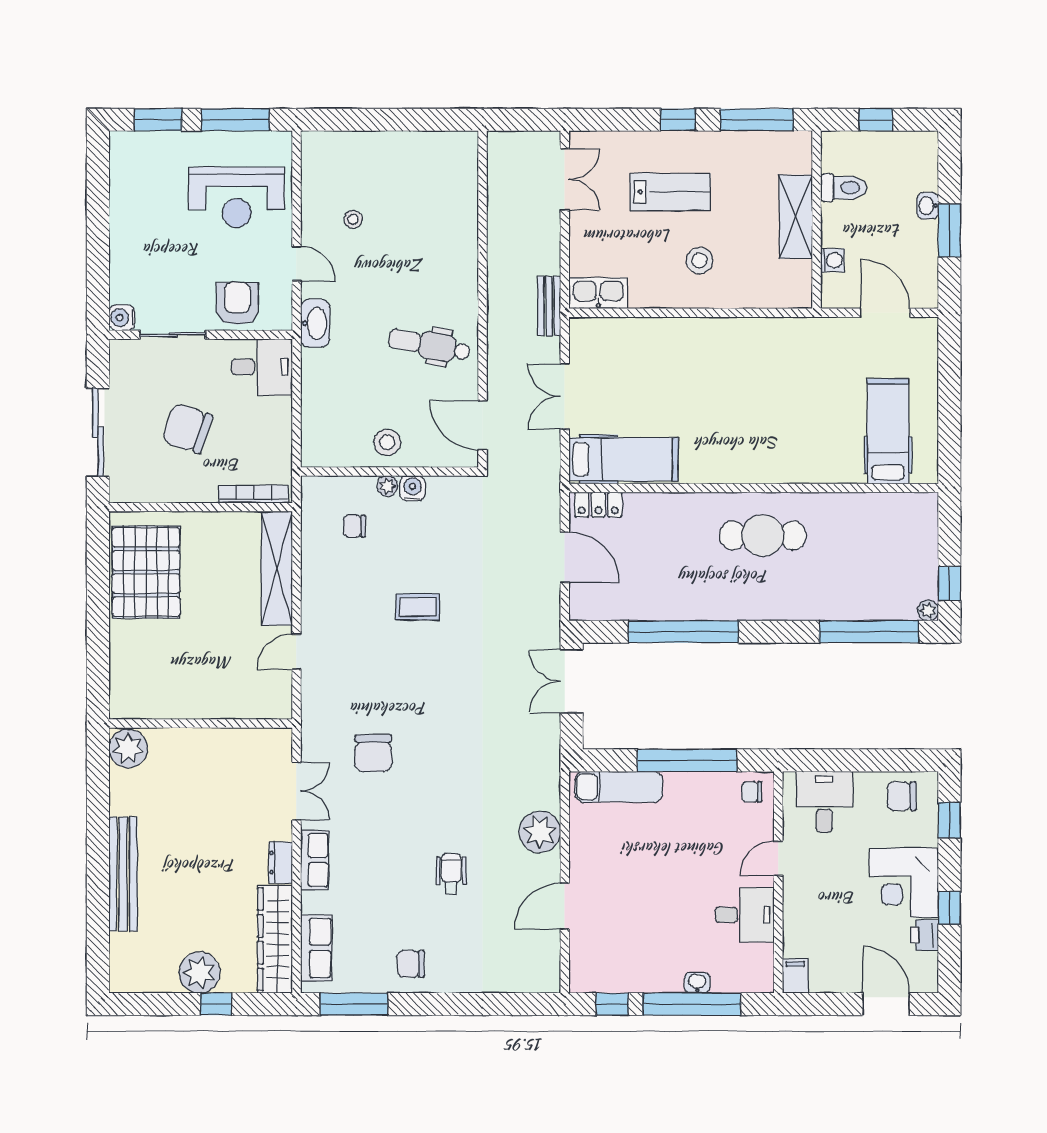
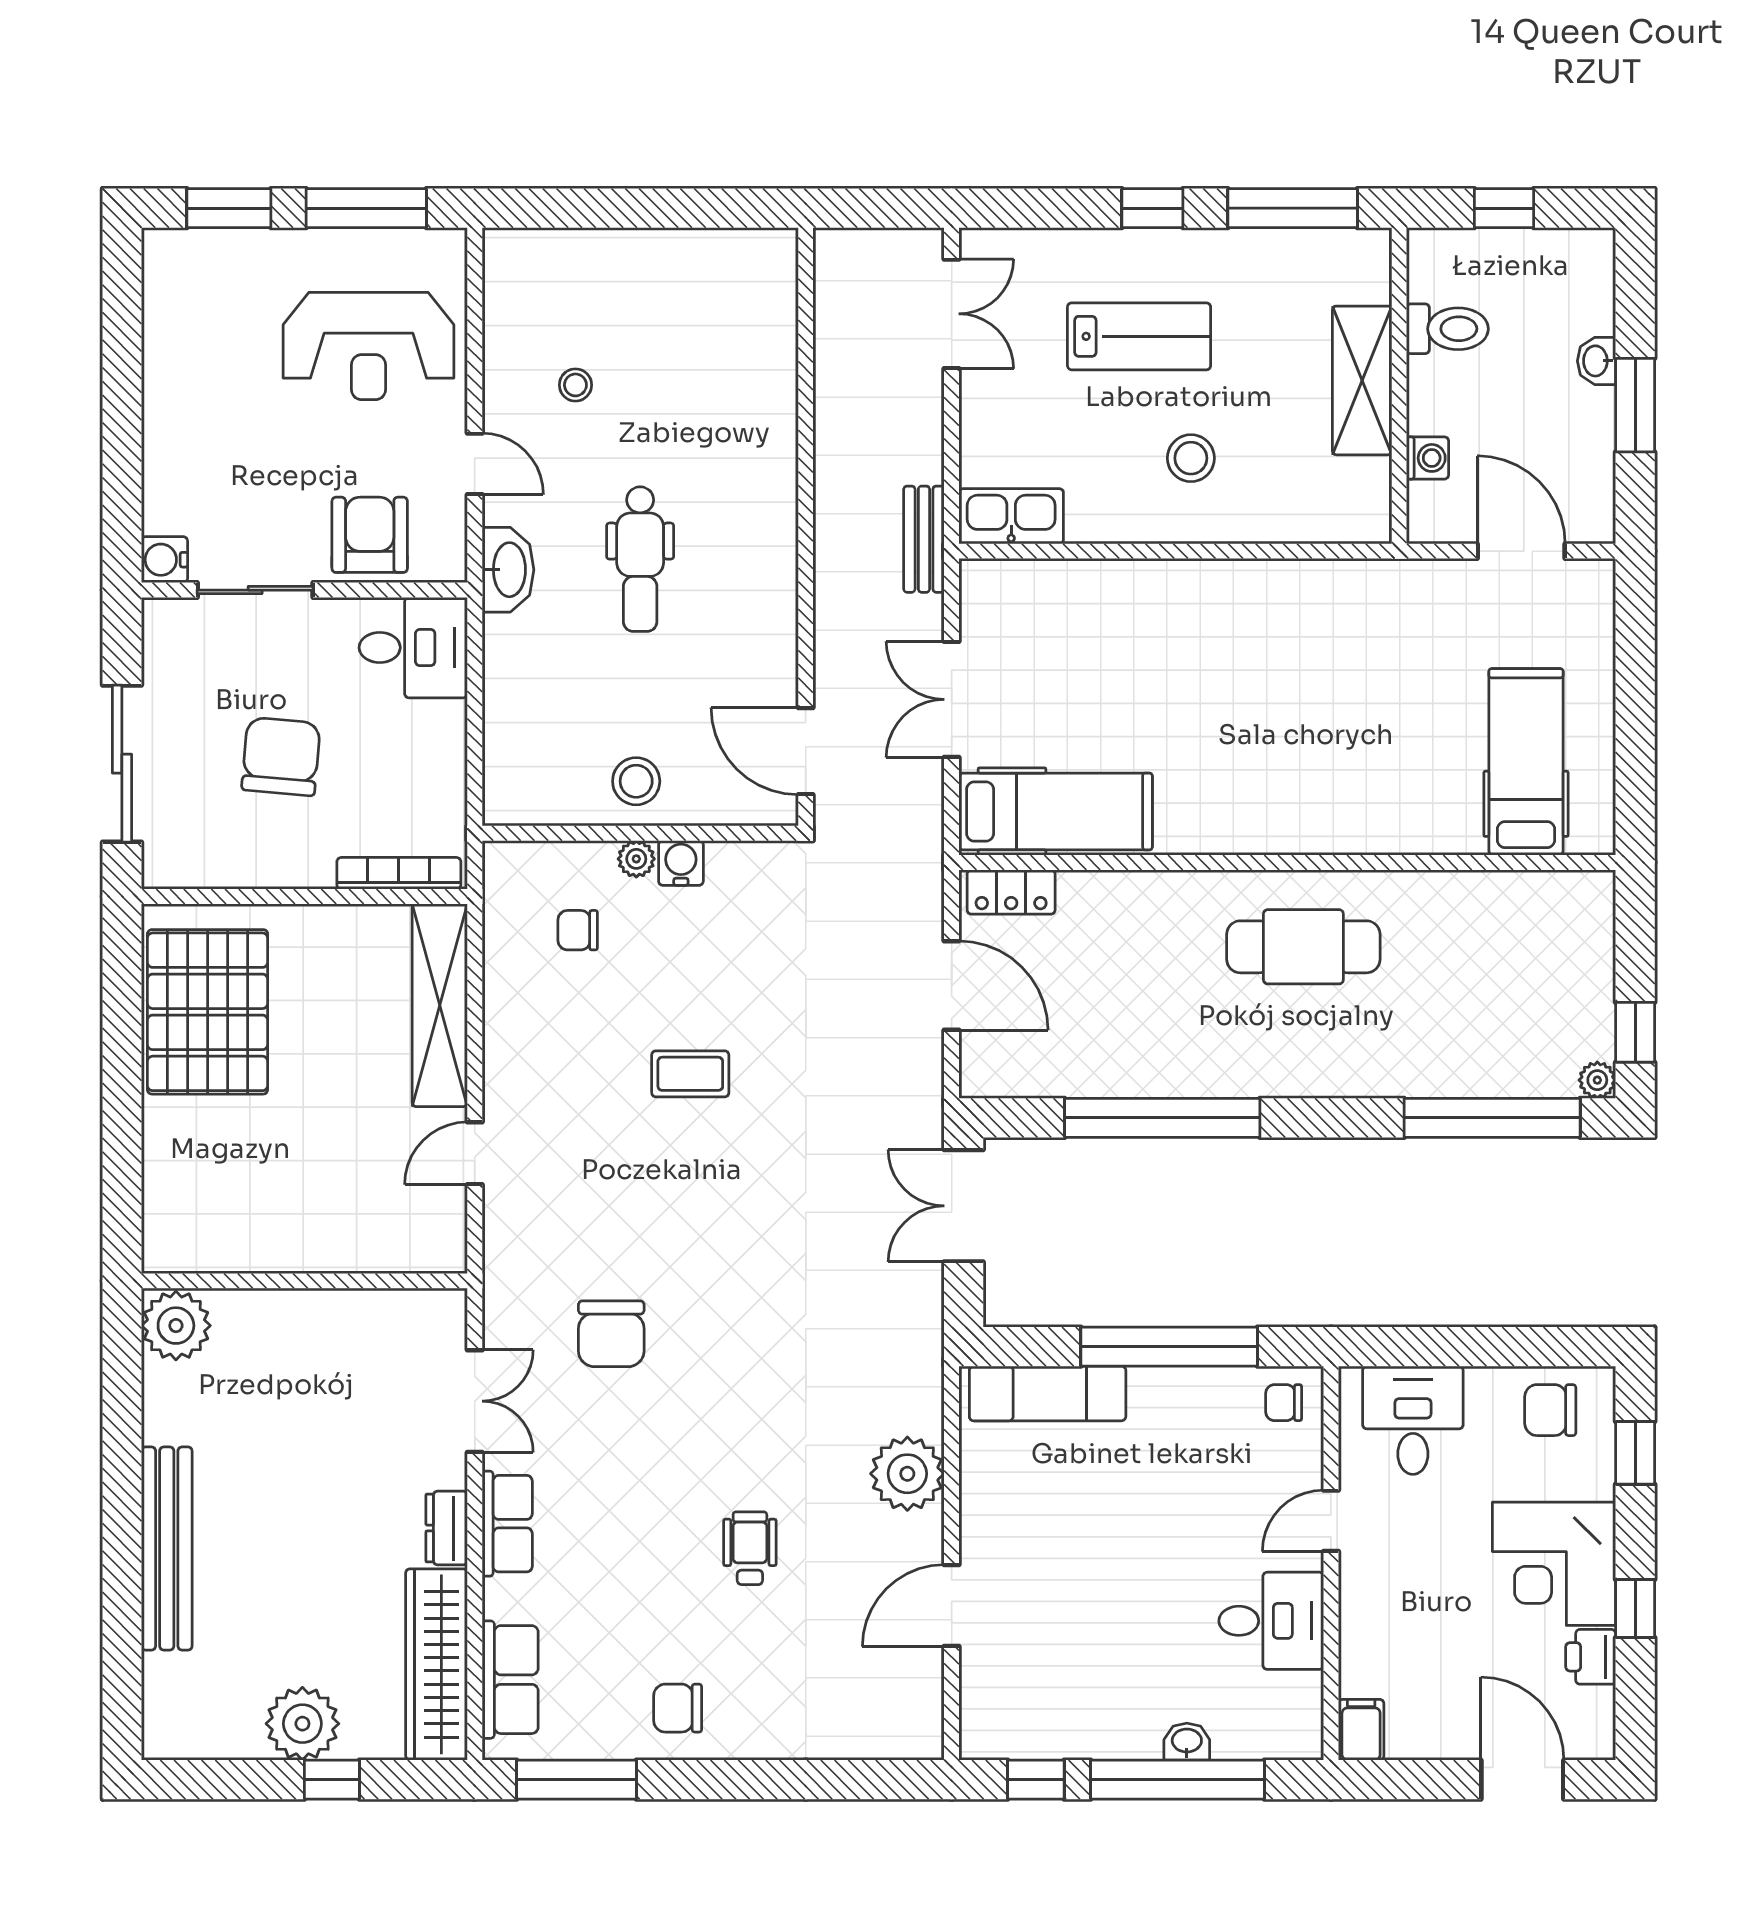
dental chair: (429, 345) -> (640, 559), moved, turned -101
chair: (187, 428) -> (281, 756), turned 77

